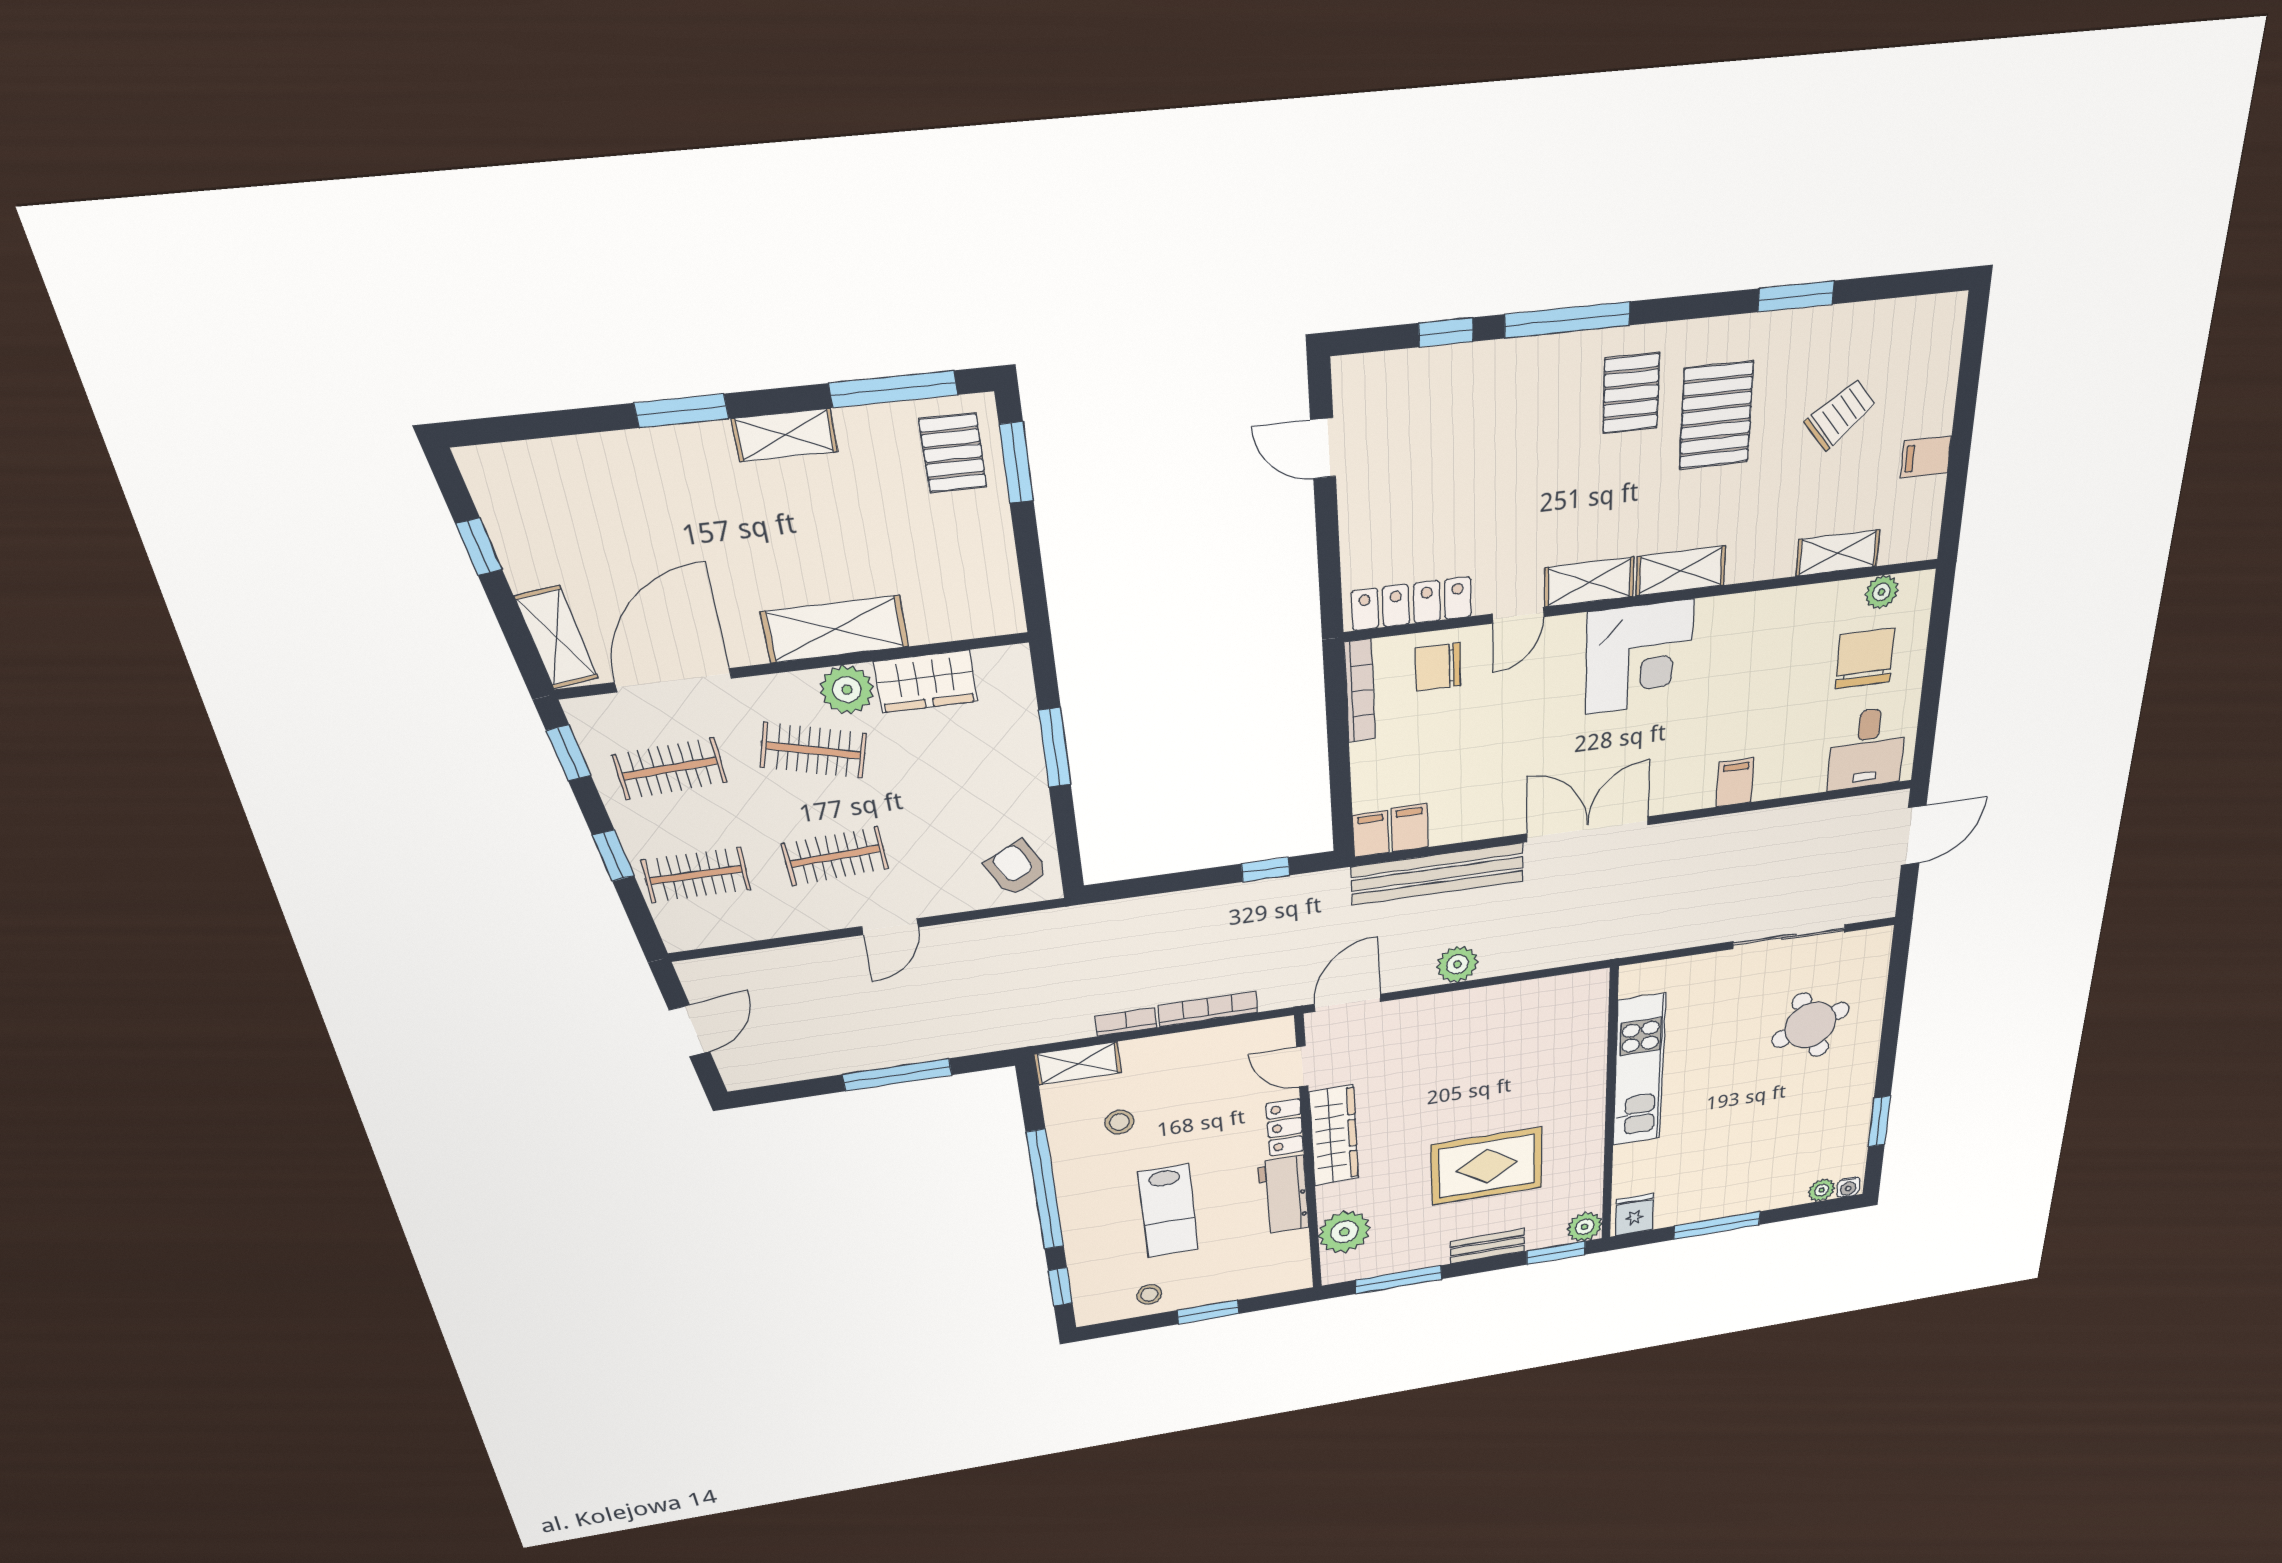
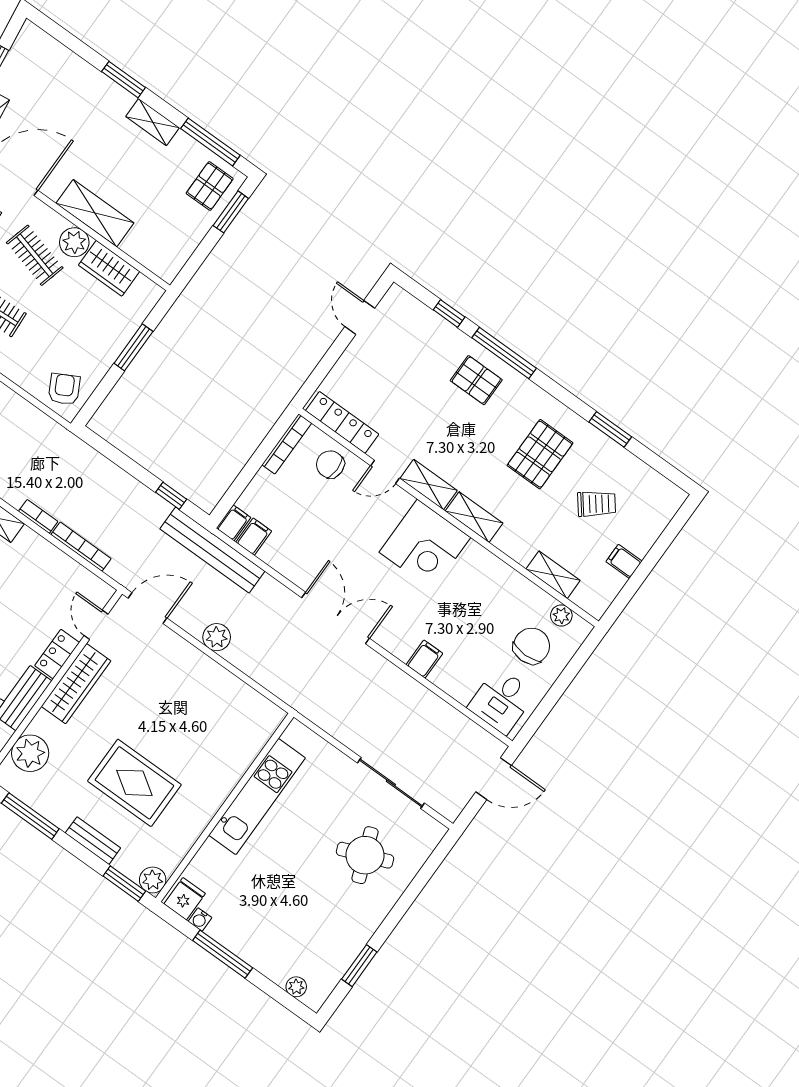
pallet: (1631, 393) -> (476, 380), moved, turned 90
bench: (1438, 874) -> (212, 550), moved
water cooler: (1848, 1187) -> (200, 919), moved

